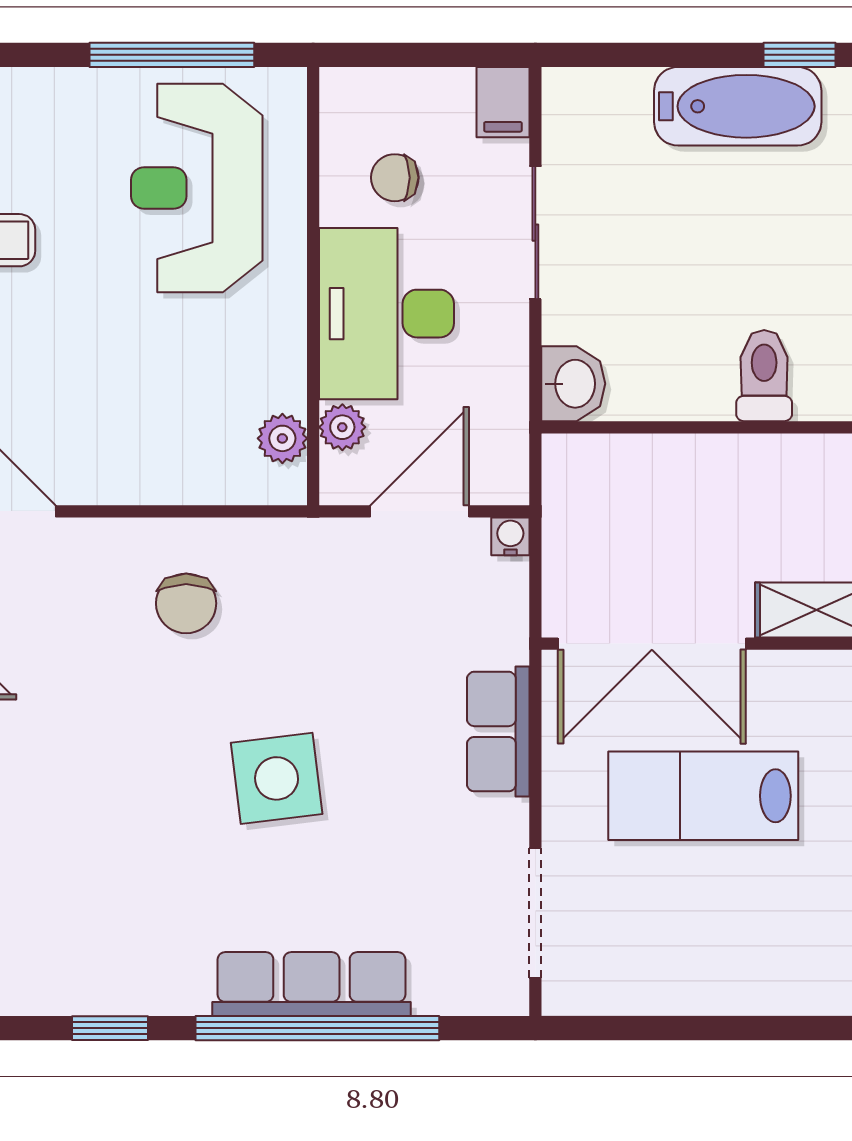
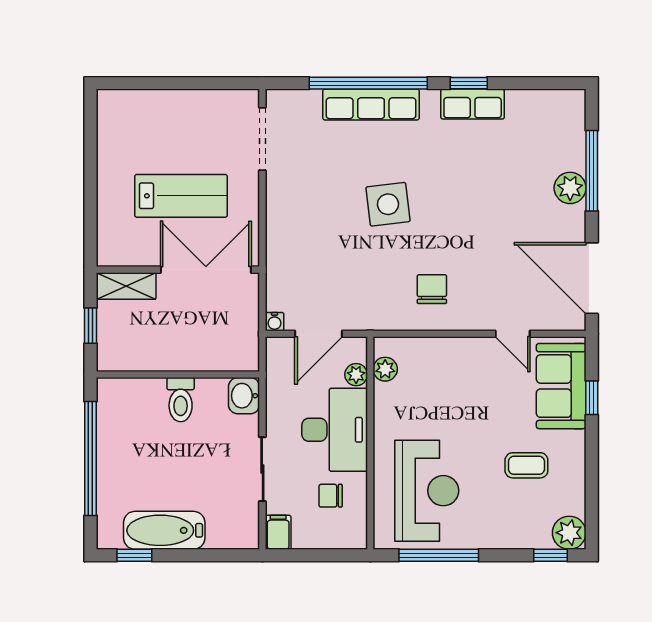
chair: (395, 178) -> (331, 496), turned 180
toilet: (764, 376) -> (181, 400), moved
row of seats: (498, 732) -> (473, 104), moved, turned 90

